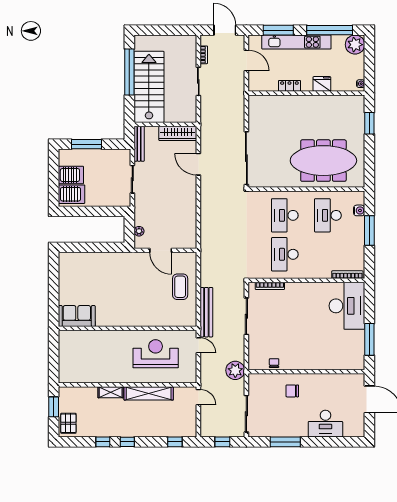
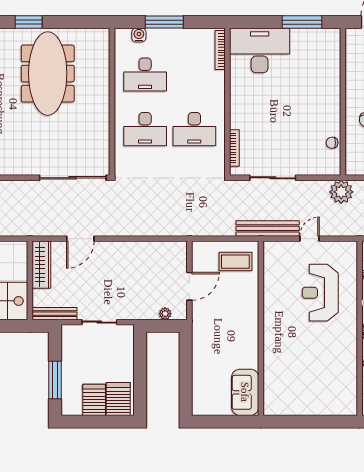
meeting table: (323, 161) -> (48, 74), moved
sofa: (77, 316) -> (245, 392), moved
wall: (128, 328) -> (261, 328), moved

